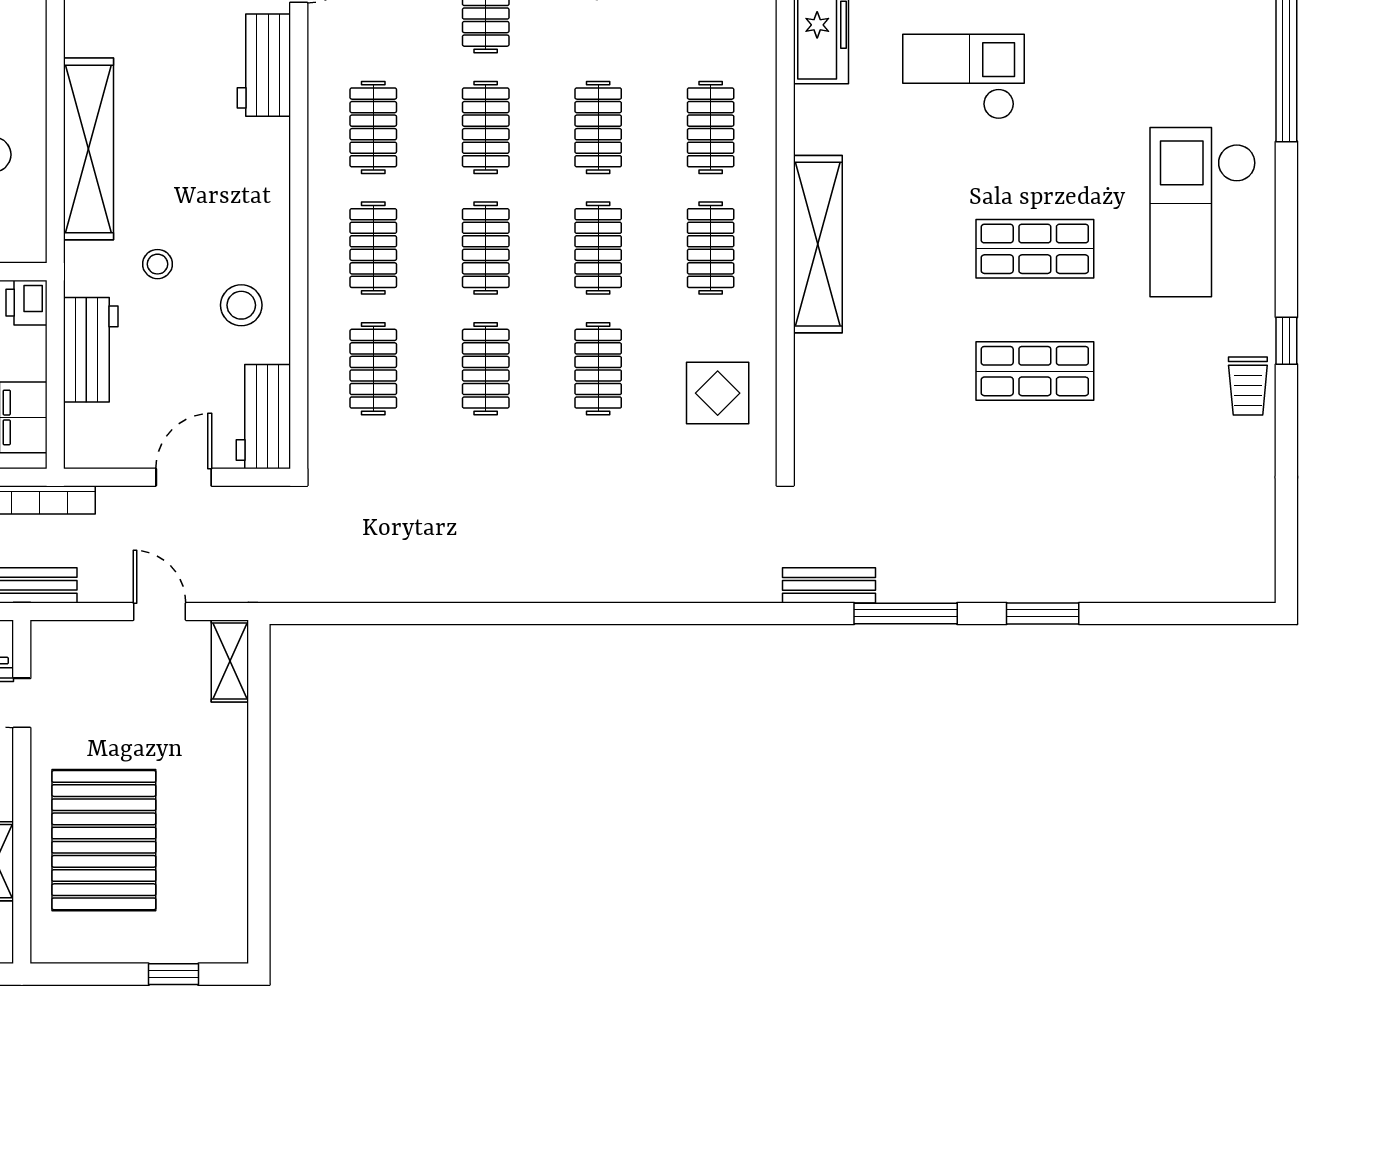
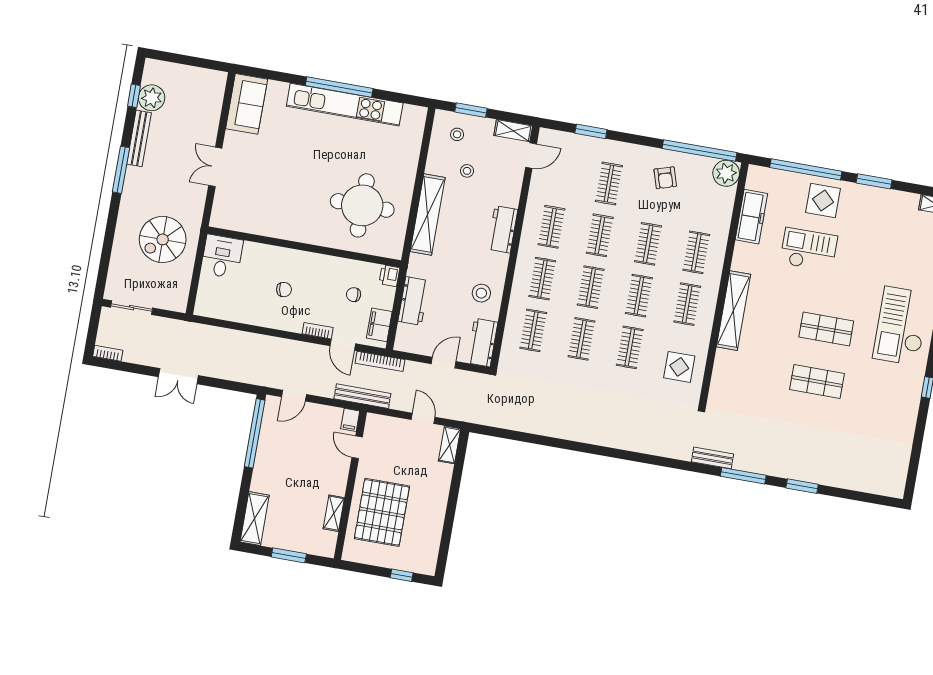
workbench: (264, 65) -> (503, 229), moved
stool: (158, 264) -> (467, 171), moved
trolley: (1248, 386) -> (907, 404), removed

